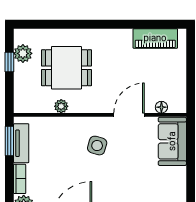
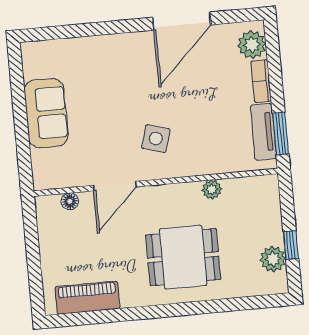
dining table: (66, 68) -> (183, 257), moved
sofa: (172, 141) -> (46, 113), moved

